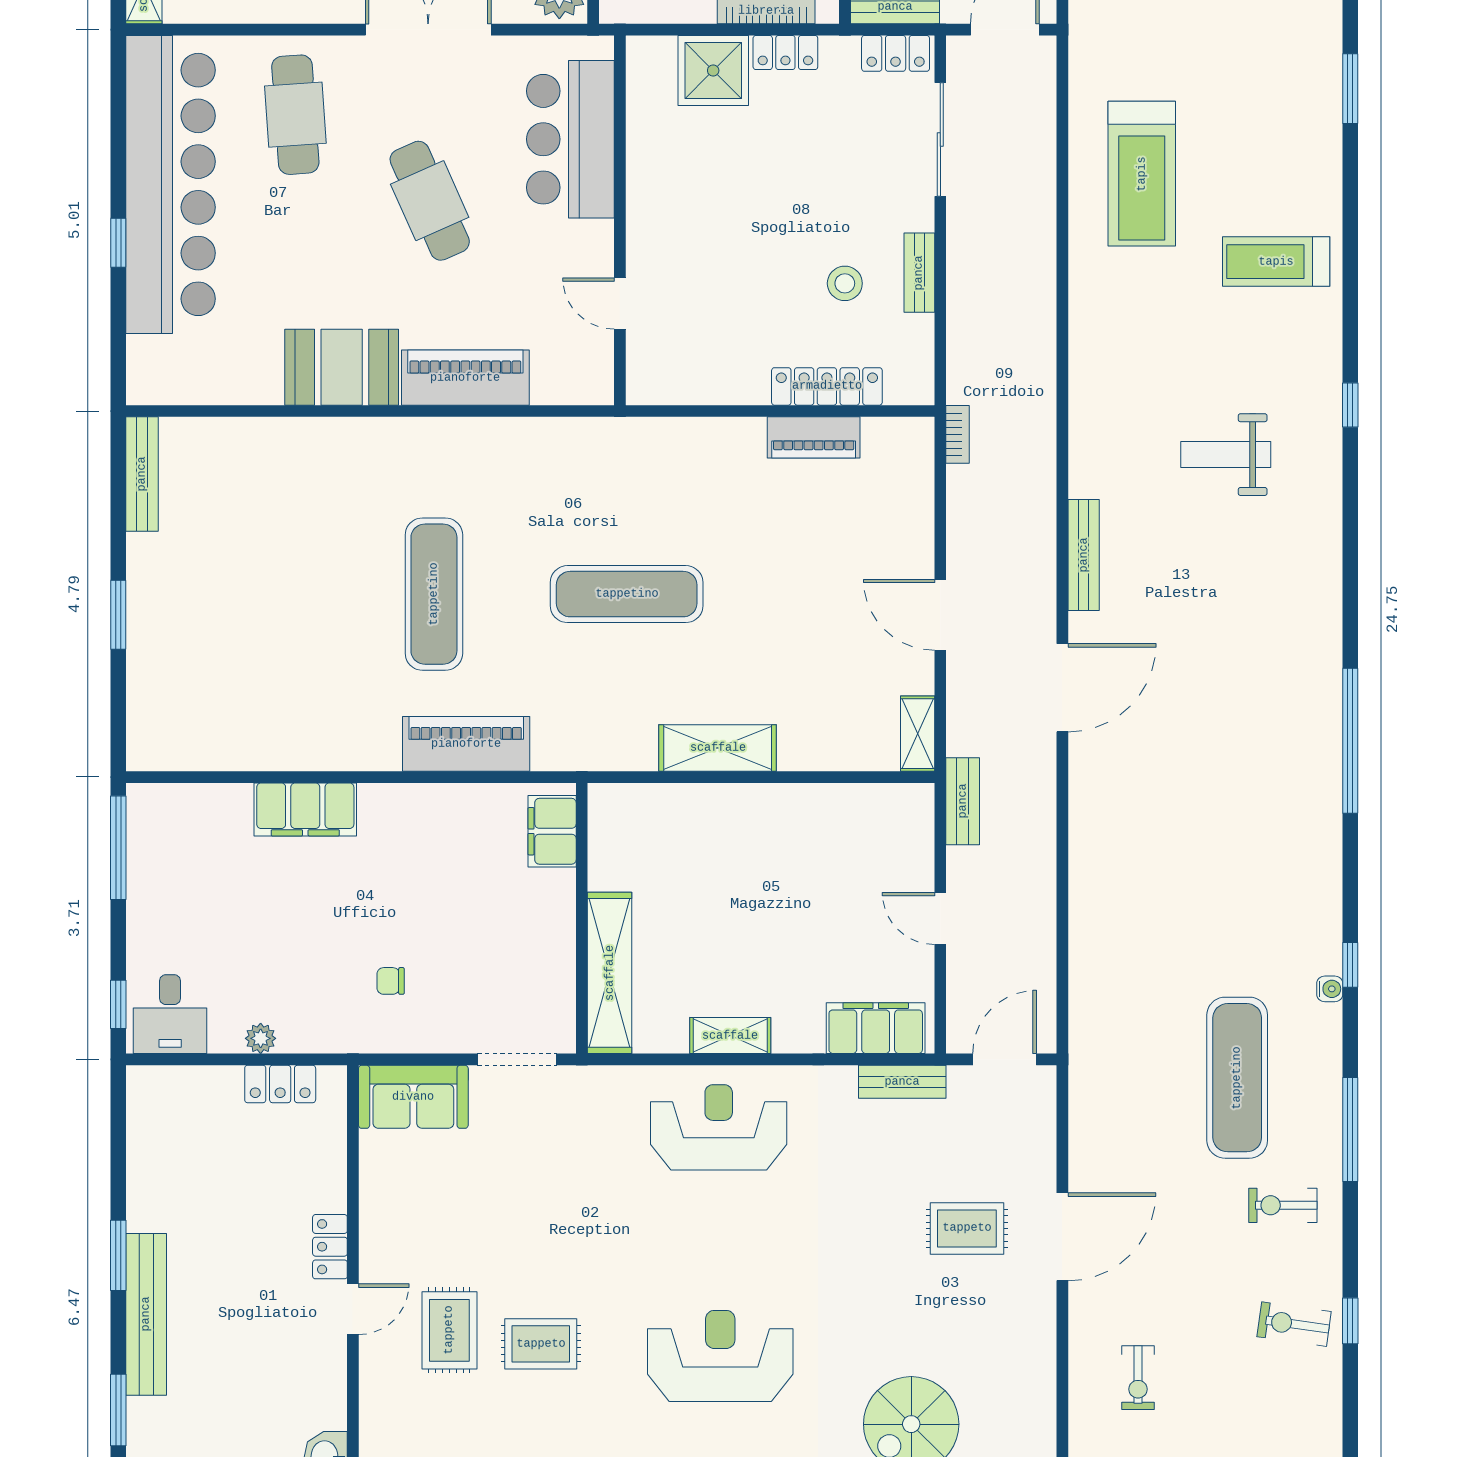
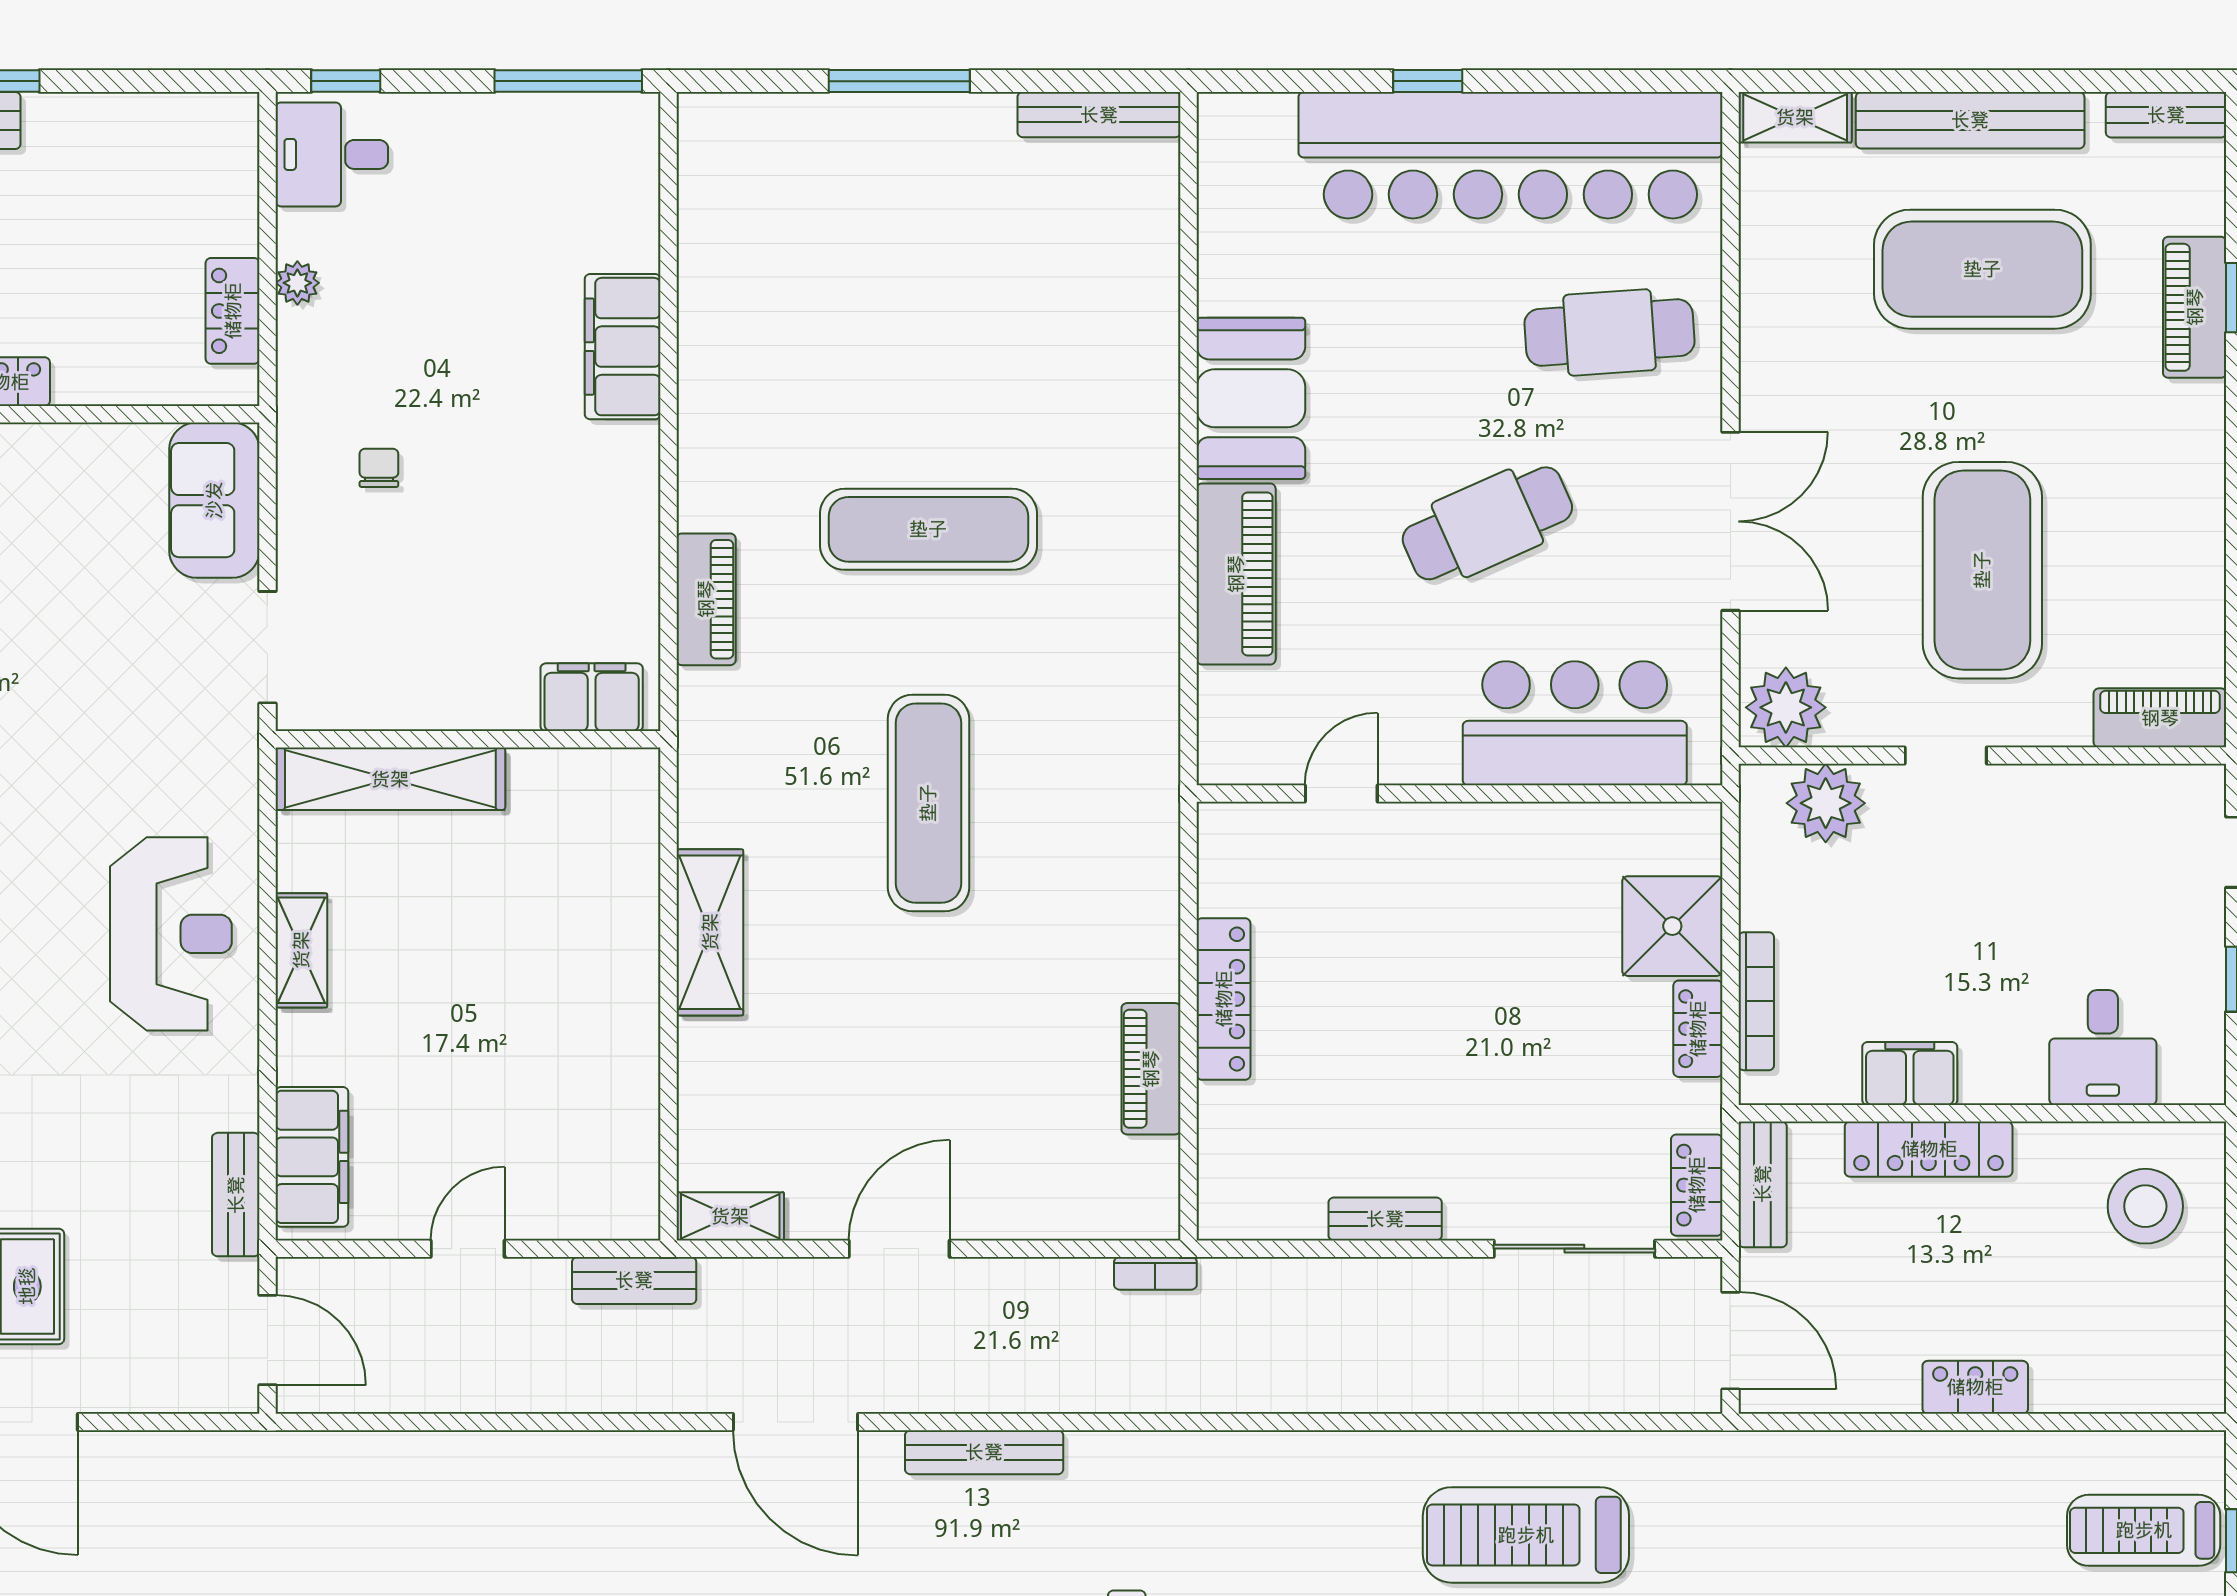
stool: (845, 283) -> (1370, 1113), removed
locker: (827, 386) -> (1224, 999), moved
window: (118, 615) -> (899, 81), width x1.44
piano: (466, 744) -> (706, 599), width x0.73, depth x0.75

